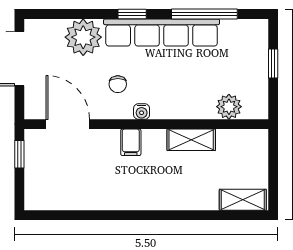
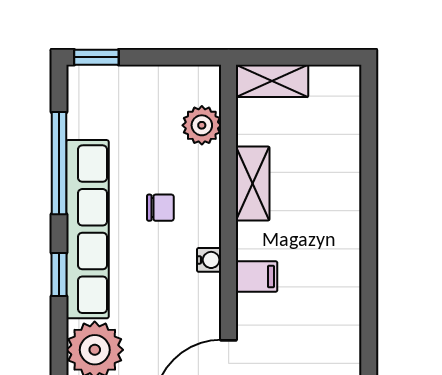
window: (273, 64) -> (96, 57), moved
chair: (118, 84) -> (160, 208), moved
shelving: (243, 200) -> (272, 81), moved, turned 90

